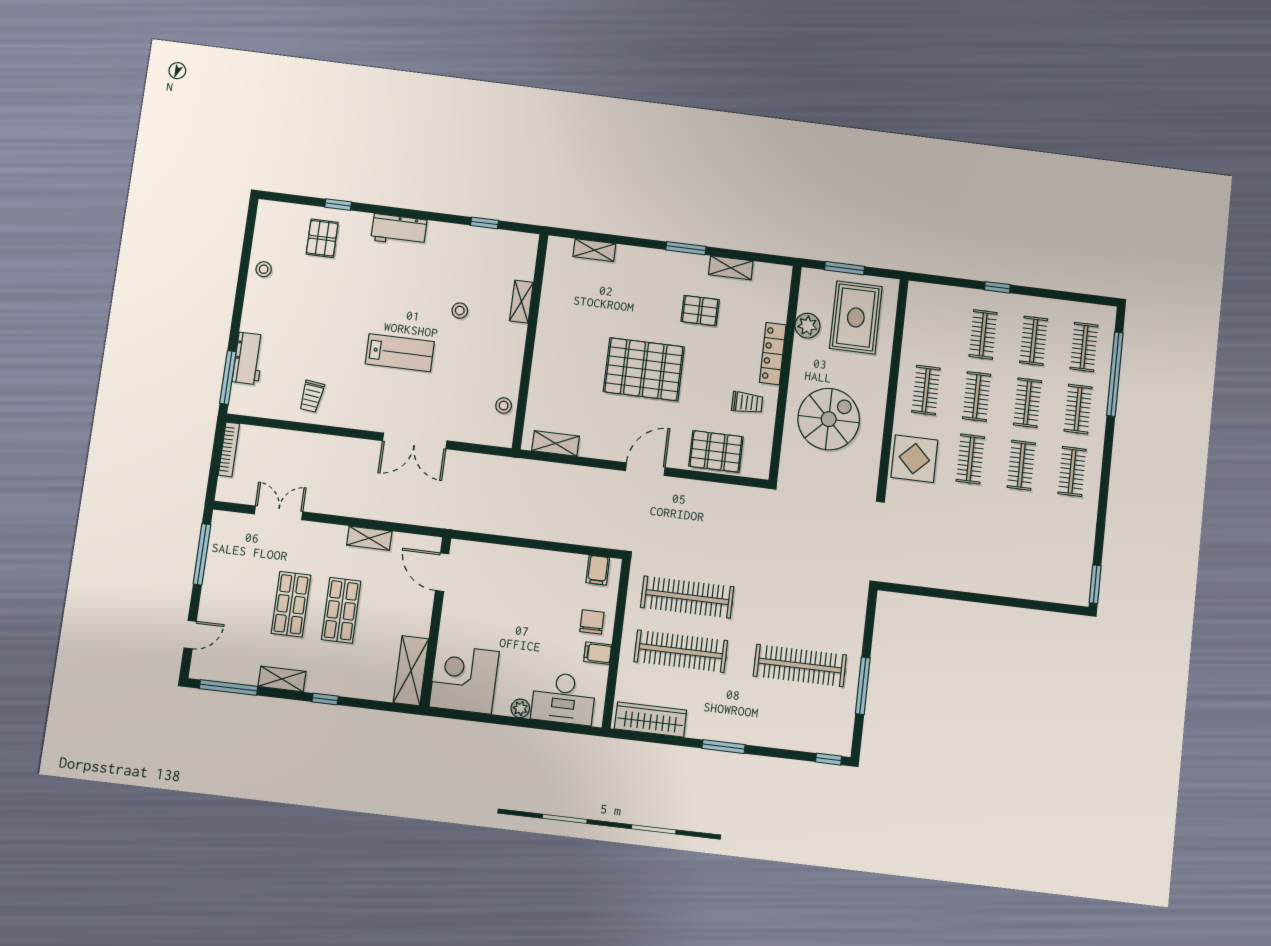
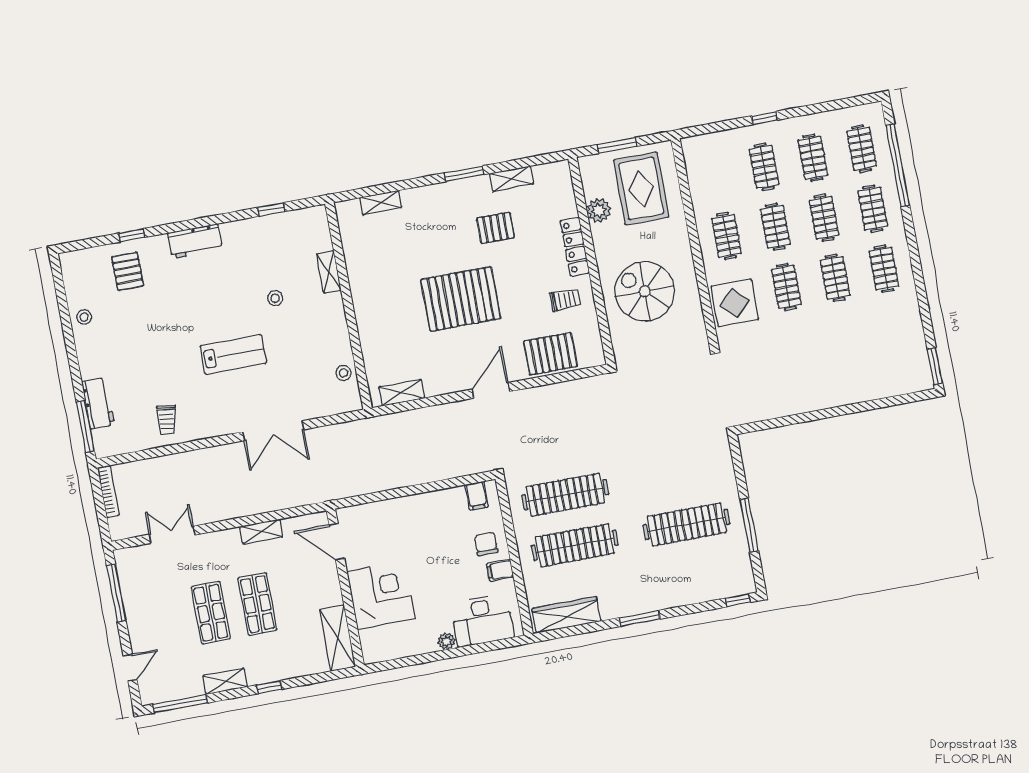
spiral stairs: (829, 419) -> (645, 291), turned -90
corner desk: (464, 679) -> (381, 595), moved, turned 90

